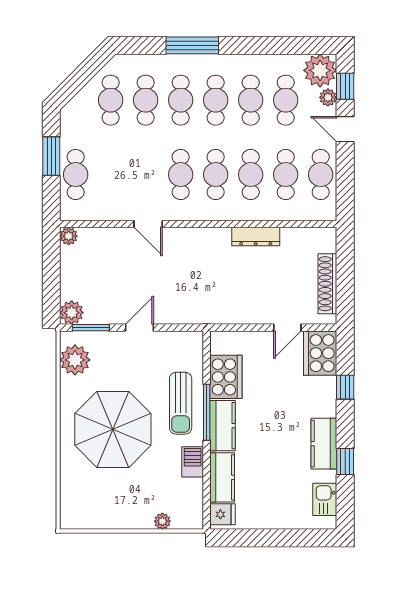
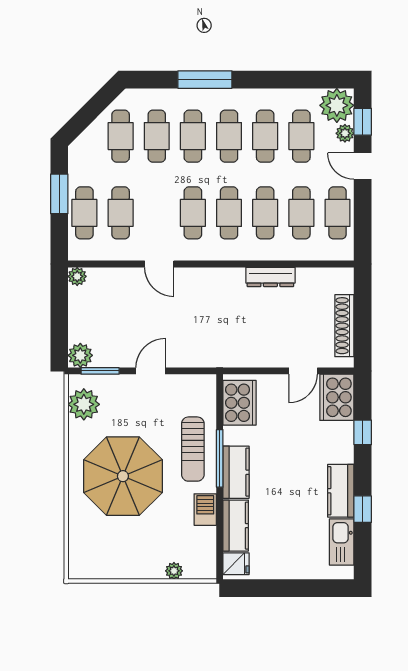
cafe table: (111, 175) -> (121, 213), added
cooker: (226, 377) -> (240, 403), moved
kitchen sink: (325, 499) -> (342, 542), width x1.38

